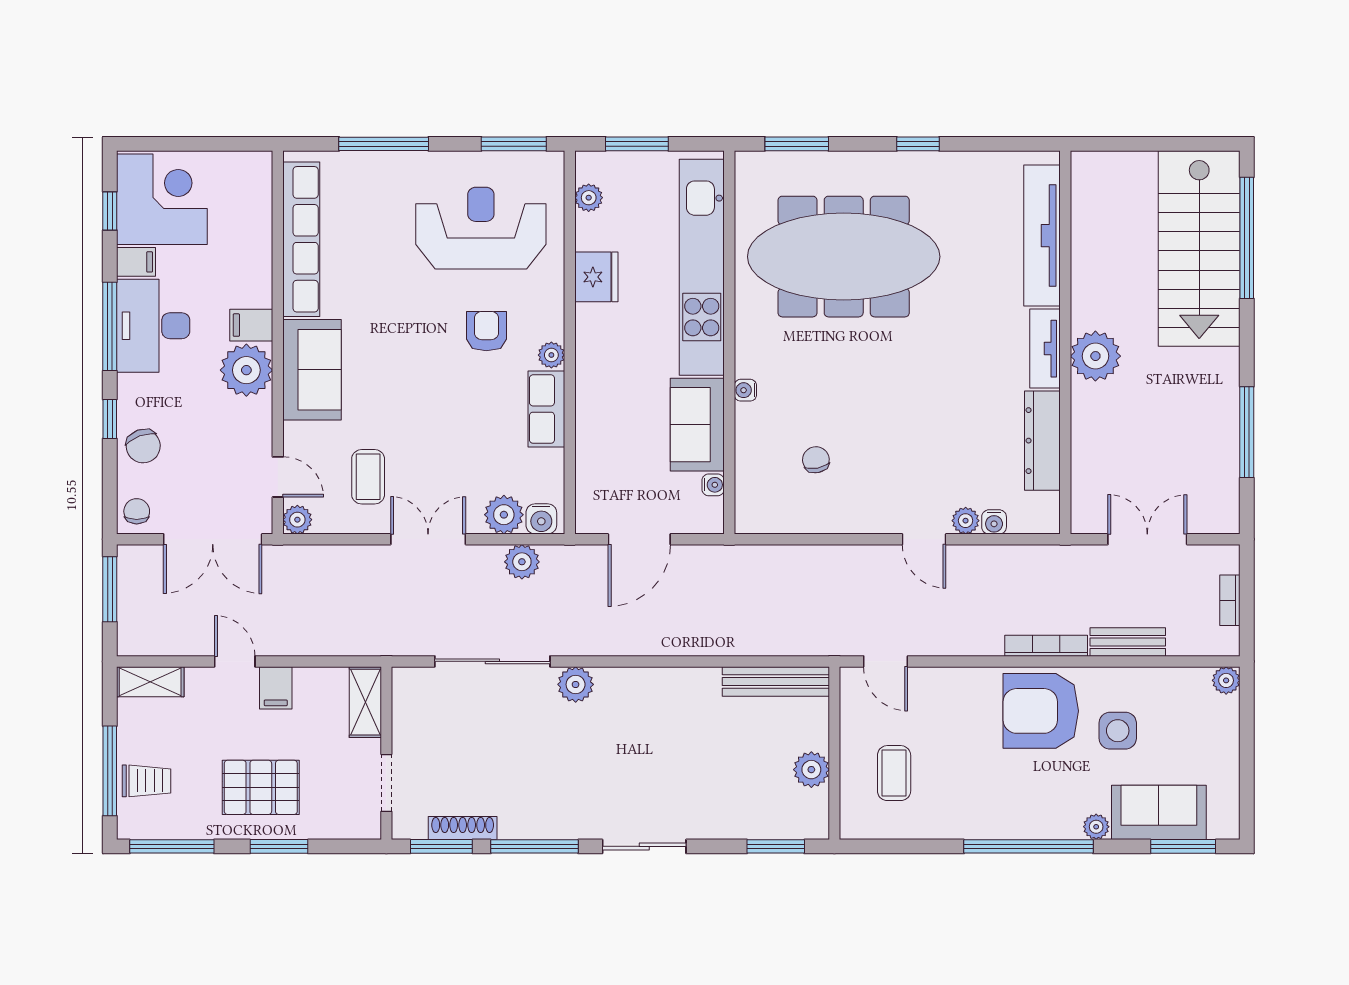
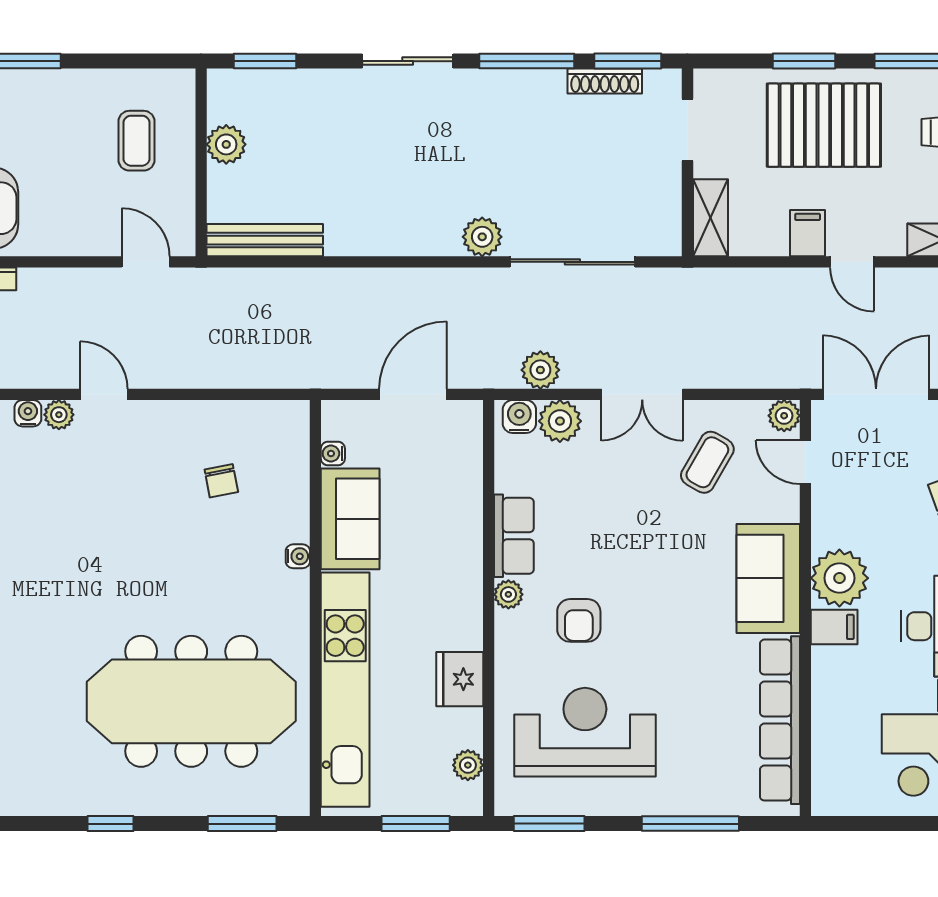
reception desk: (481, 228) -> (585, 732), turned 180
coffee table: (368, 477) -> (707, 462), turned 30
pallet: (261, 787) -> (824, 125), width x1.37, depth x1.41

